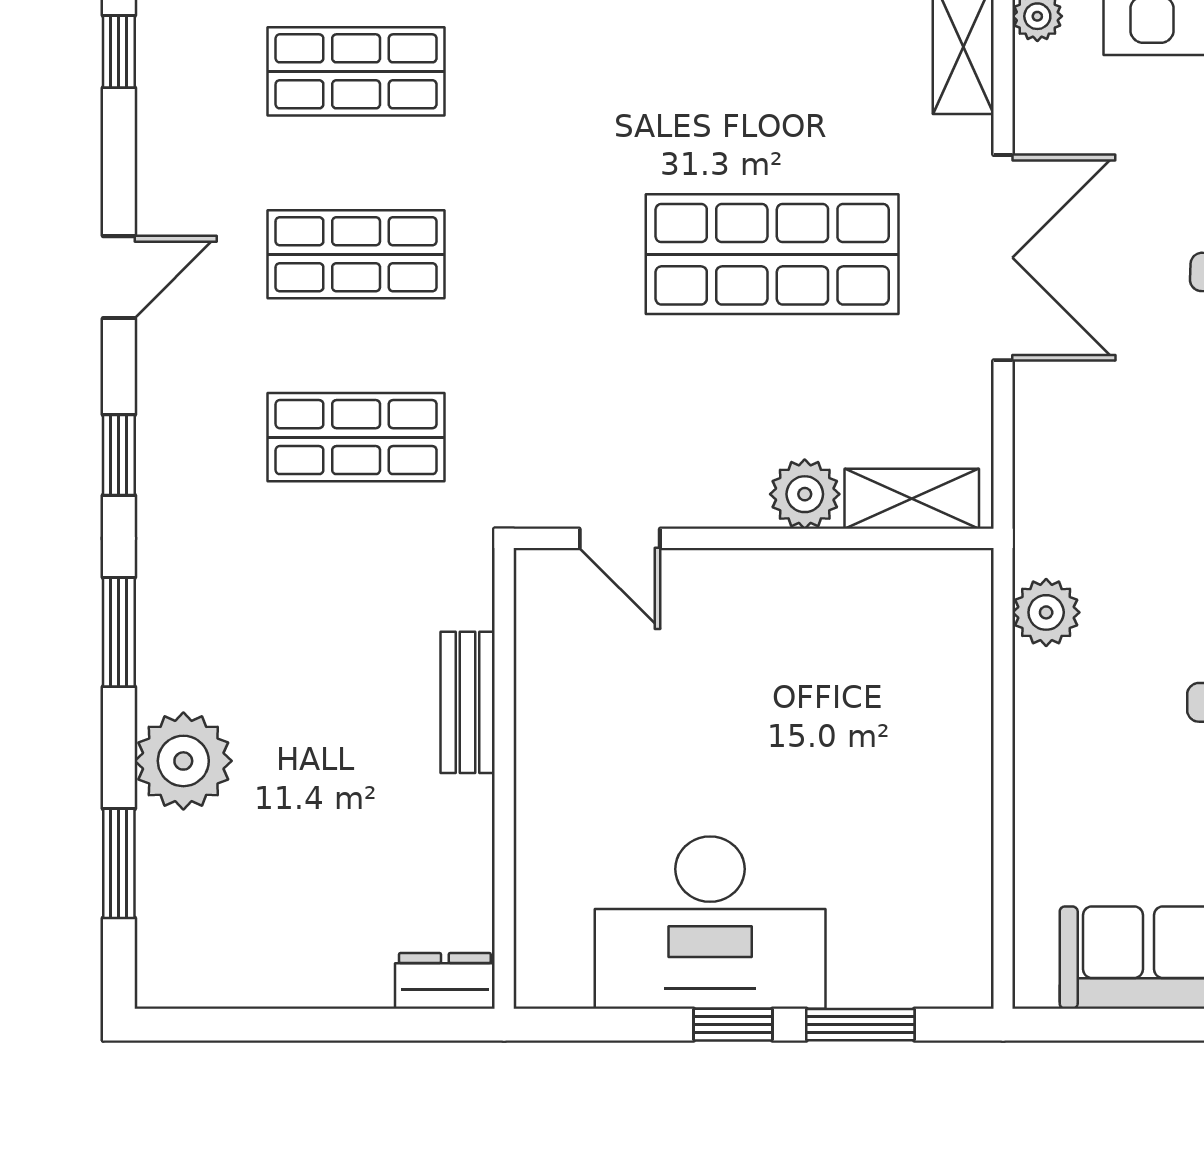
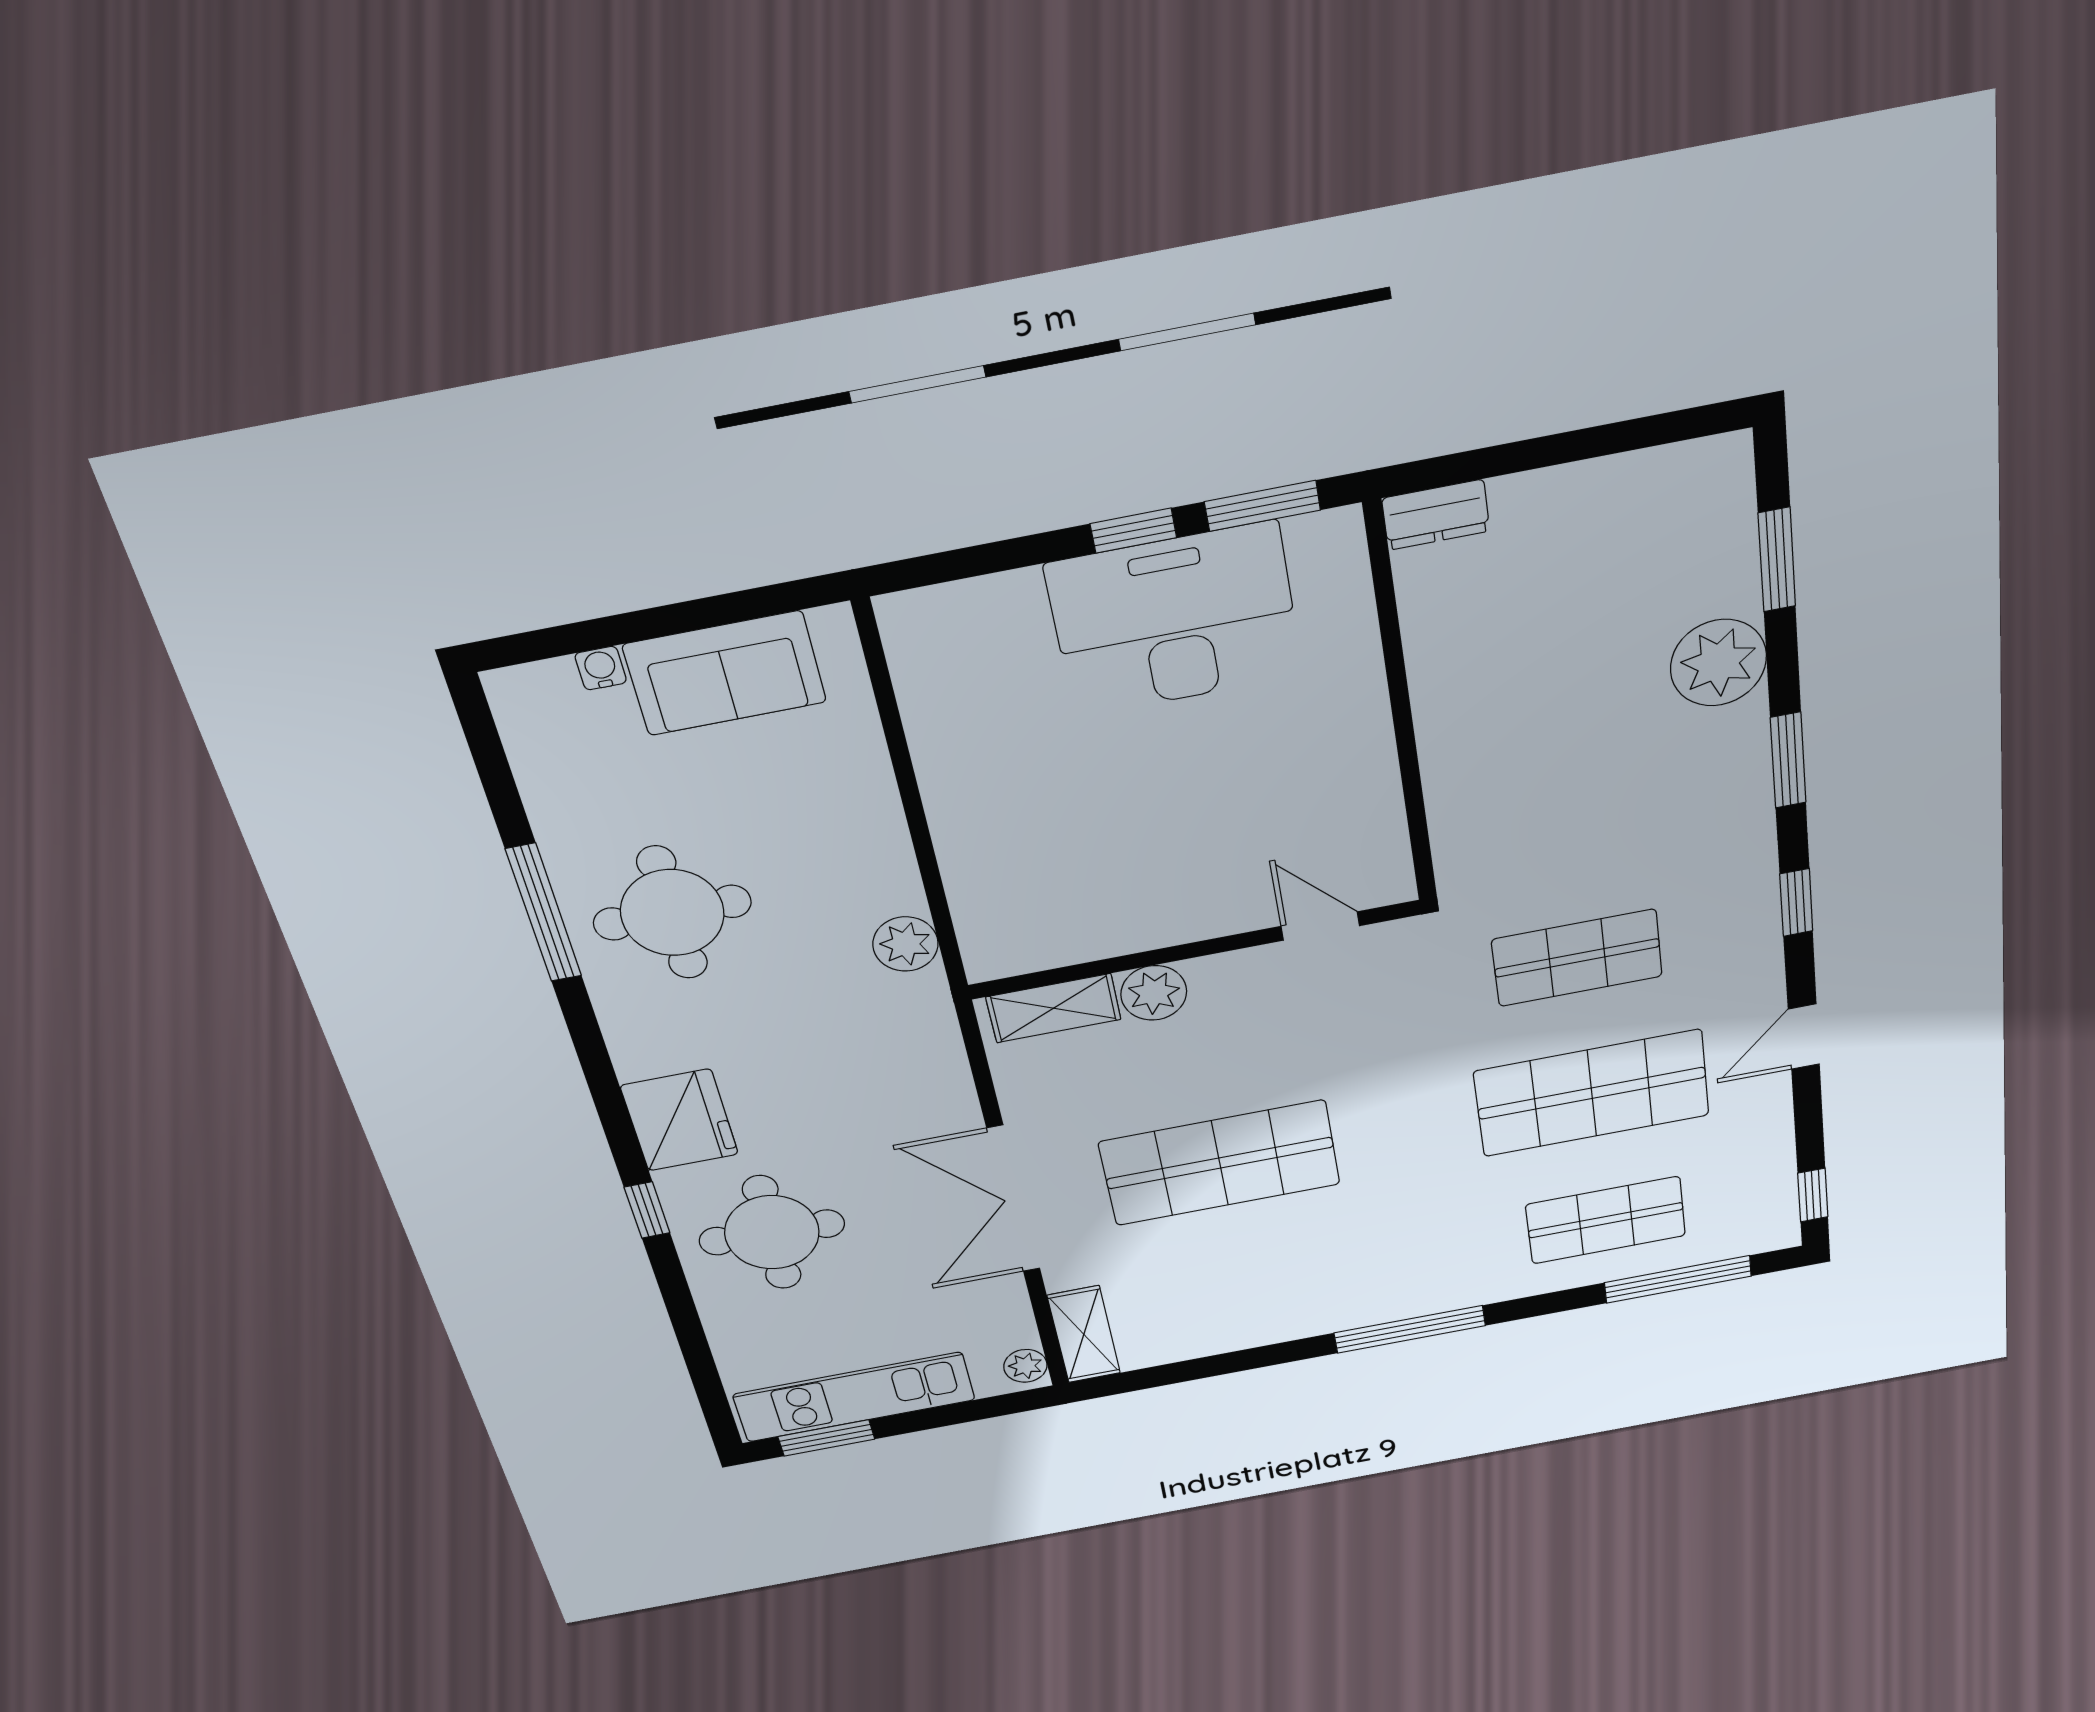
shop shelf: (356, 254) -> (1592, 1093), width x1.43, depth x1.36
bench: (468, 702) -> (1446, 766), removed
window: (860, 1025) -> (1263, 506), moved

